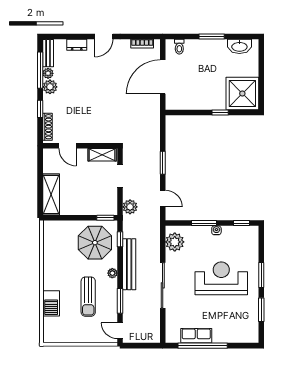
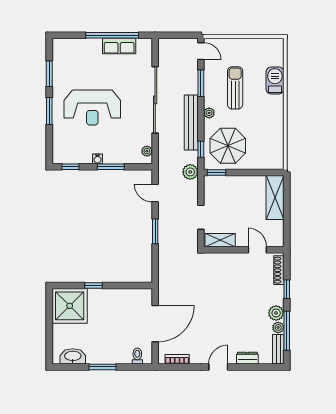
plant: (130, 207) -> (190, 172), moved
plant: (175, 242) -> (147, 151), width x0.53, depth x0.53
sliding door: (163, 285) -> (155, 100), width x1.36

